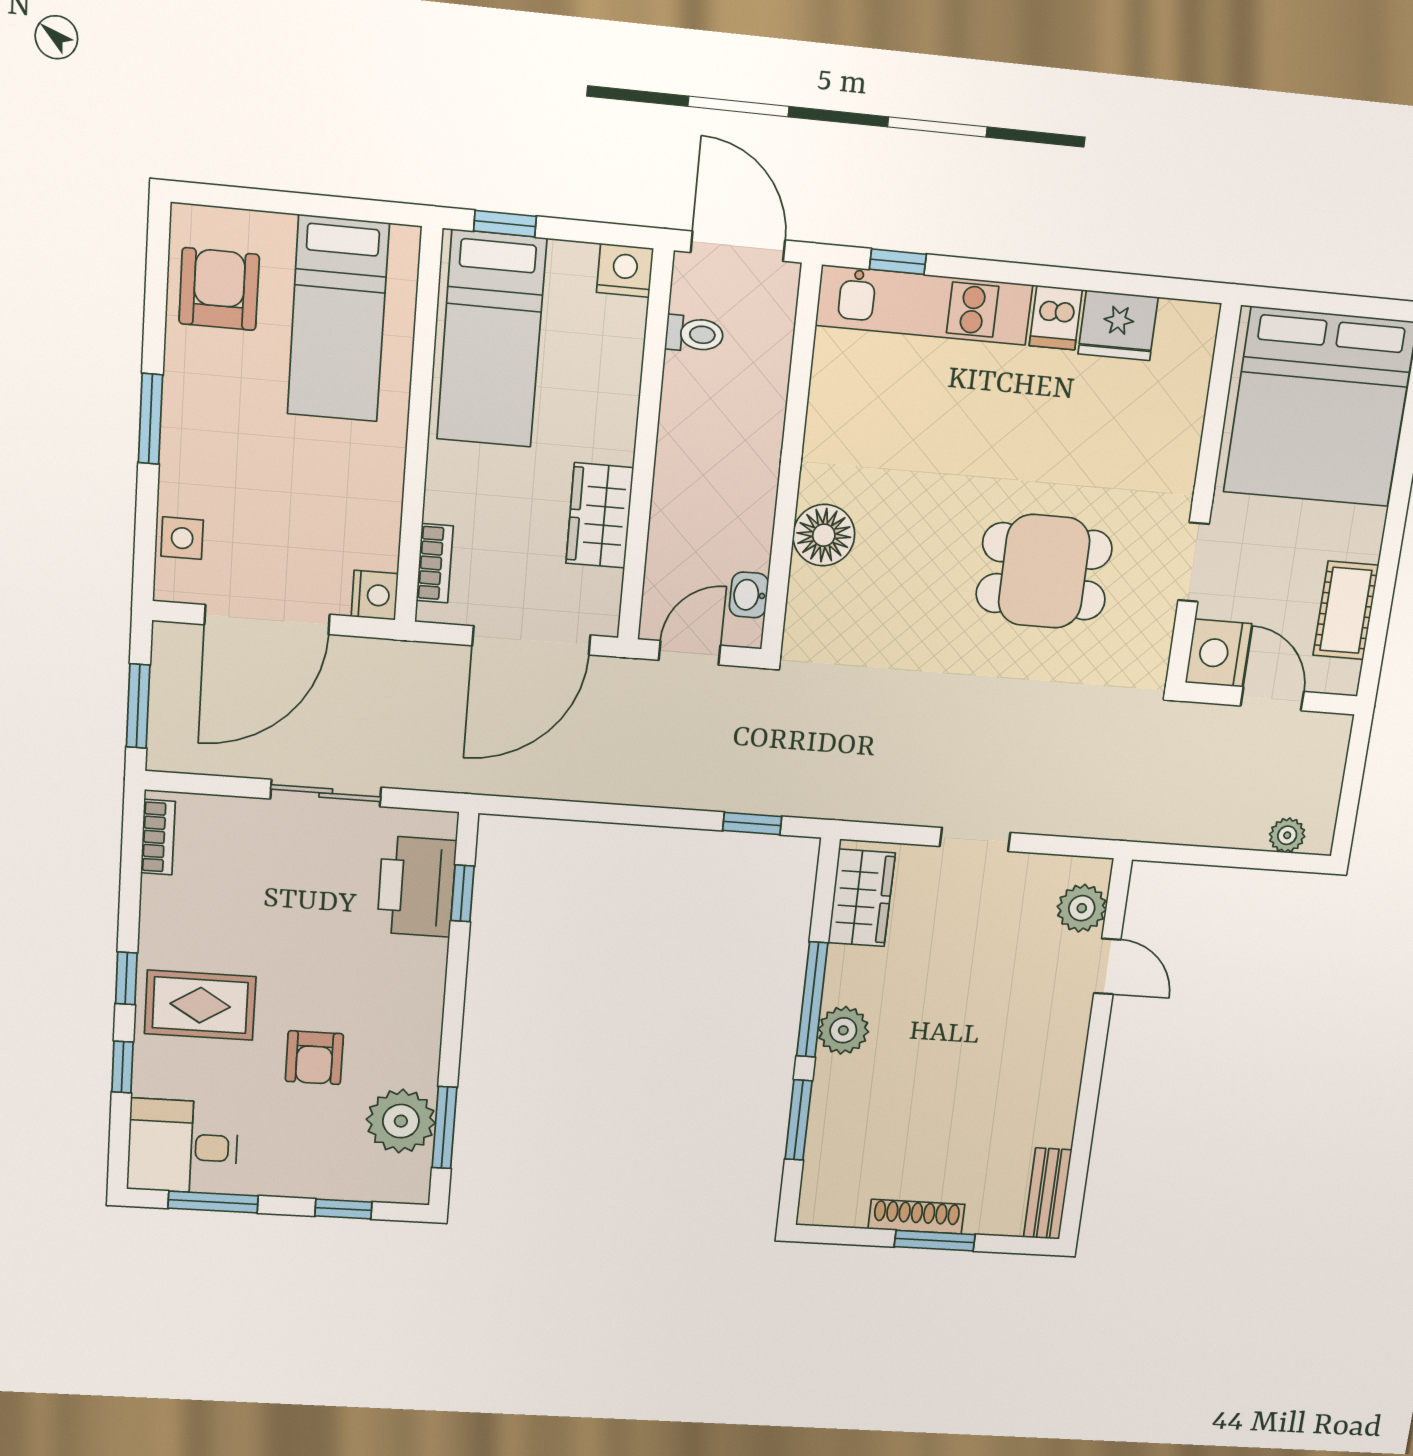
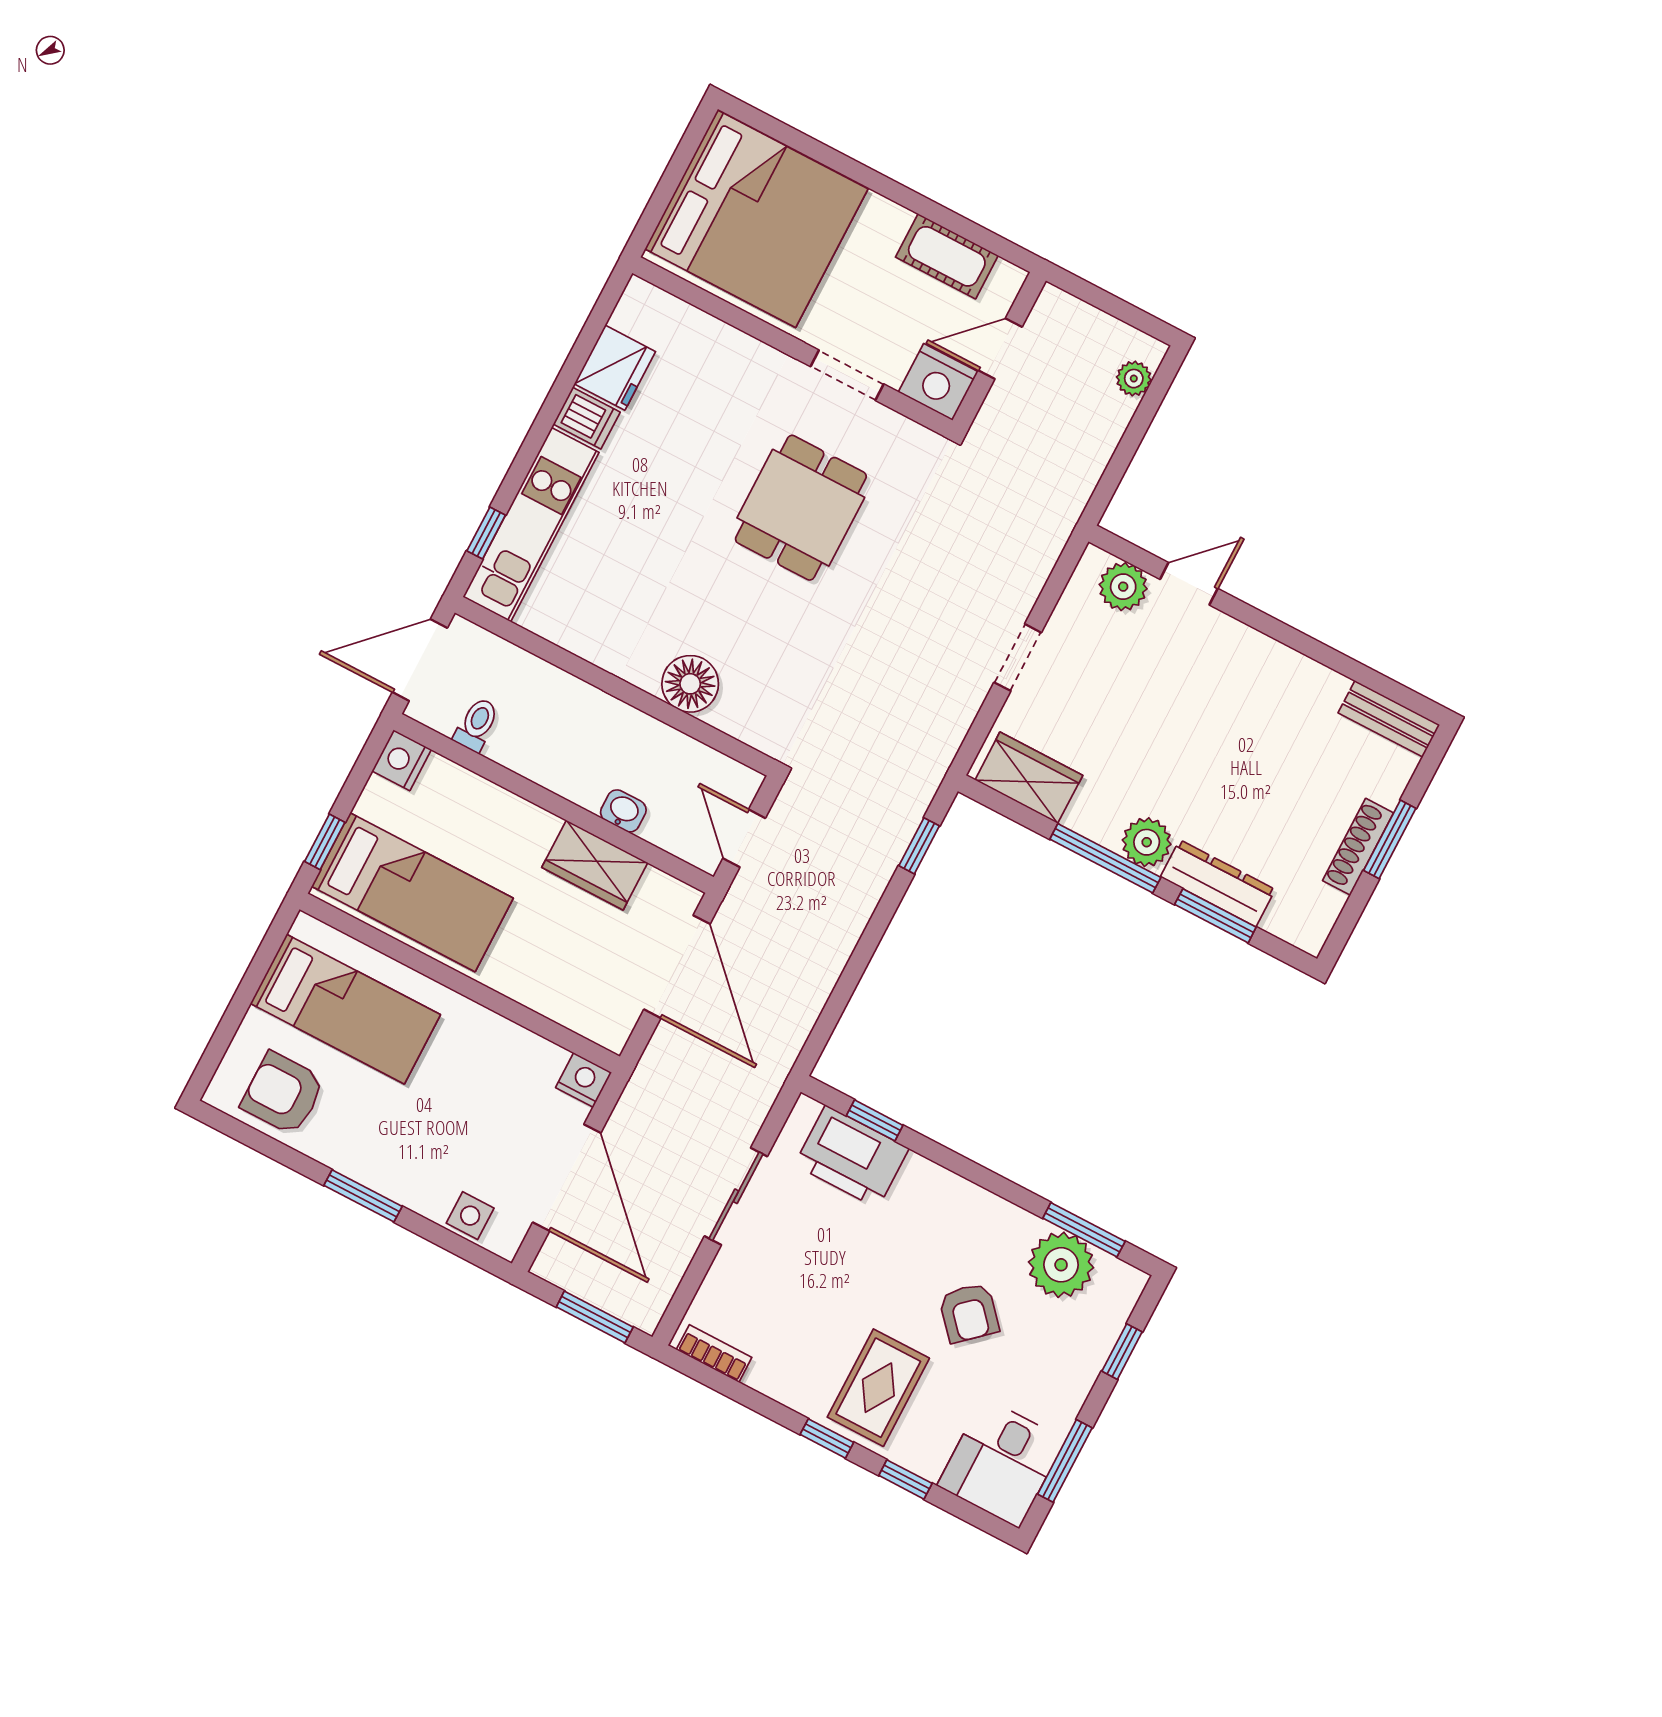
bookcase: (435, 563) -> (578, 1019), removed
washbasin: (749, 595) -> (623, 811), moved, turned 180
armchair: (314, 1058) -> (969, 1313), turned 48
dresser: (831, 1109) -> (1218, 883), added

